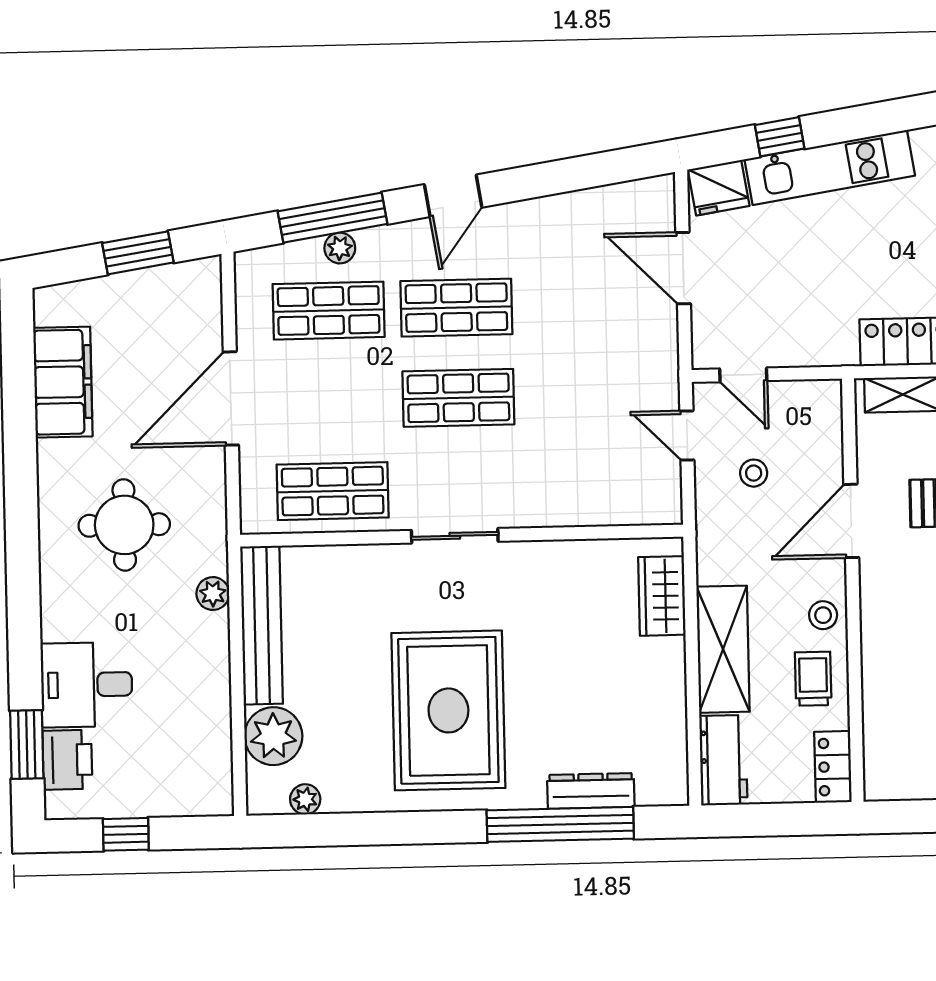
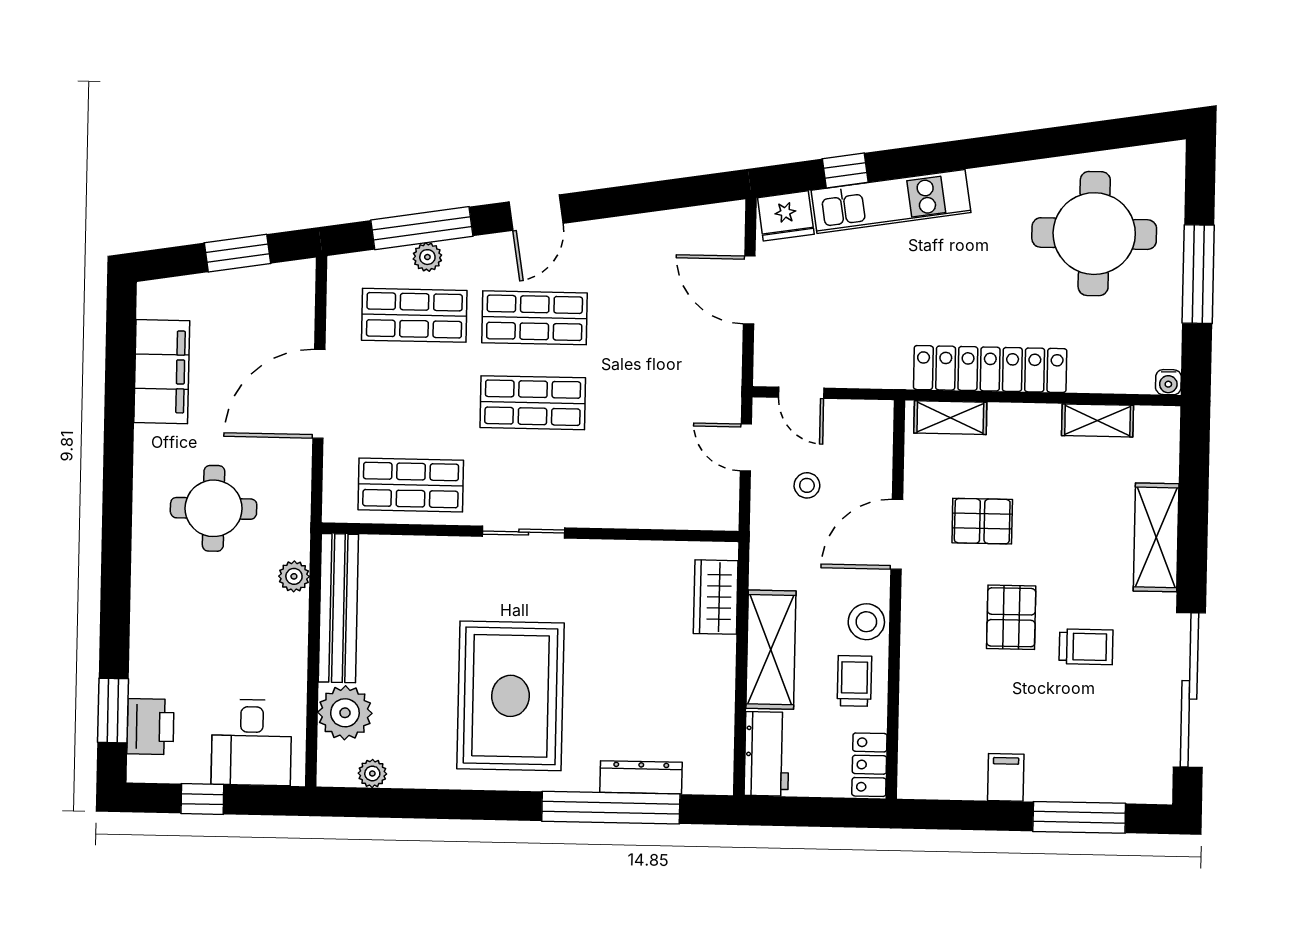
stool: (823, 615) -> (866, 622), width x1.37, depth x1.37
desk: (87, 685) -> (252, 743), moved, turned -90

